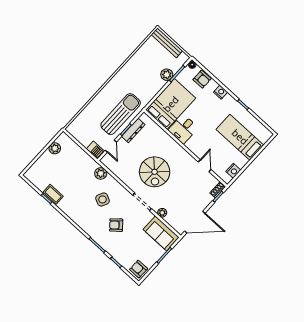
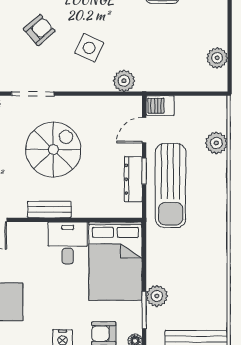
plant: (86, 114) -> (216, 143), added
door: (111, 146) -> (144, 130), hinge flipped
bench: (178, 149) -> (49, 209), added
spiral stairs: (155, 172) -> (53, 150), turned 90

